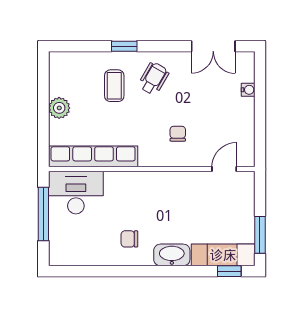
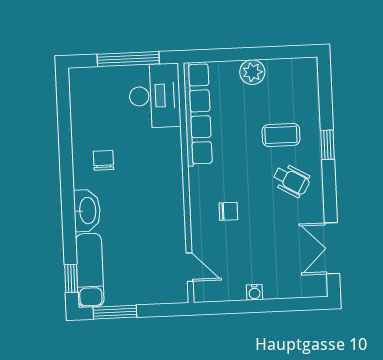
water cooler: (248, 90) -> (255, 292), moved

